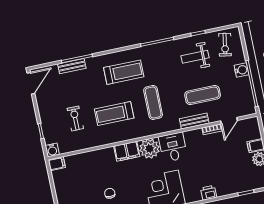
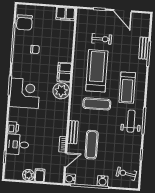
weight bench: (195, 57) -> (131, 121), moved
door: (31, 83) -> (123, 11), moved
treadmill: (114, 114) -> (97, 71), width x1.37, depth x1.38
door: (229, 121) -> (65, 160), swing flipped
desk: (173, 147) -> (18, 145), moved, turned 180
water cooler: (52, 150) -> (70, 179), moved
filing cabinet: (57, 164) -> (66, 14), width x2.00

